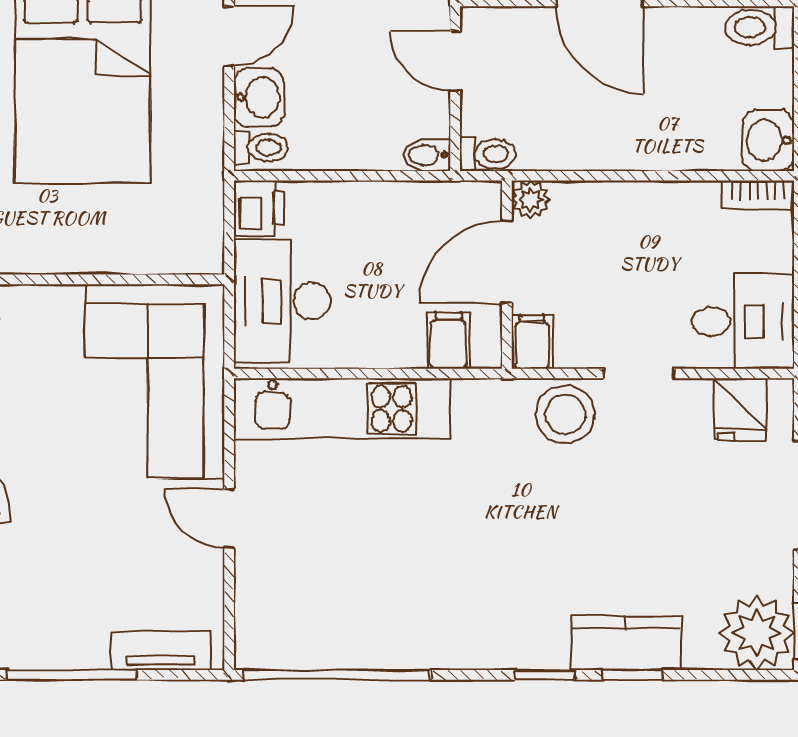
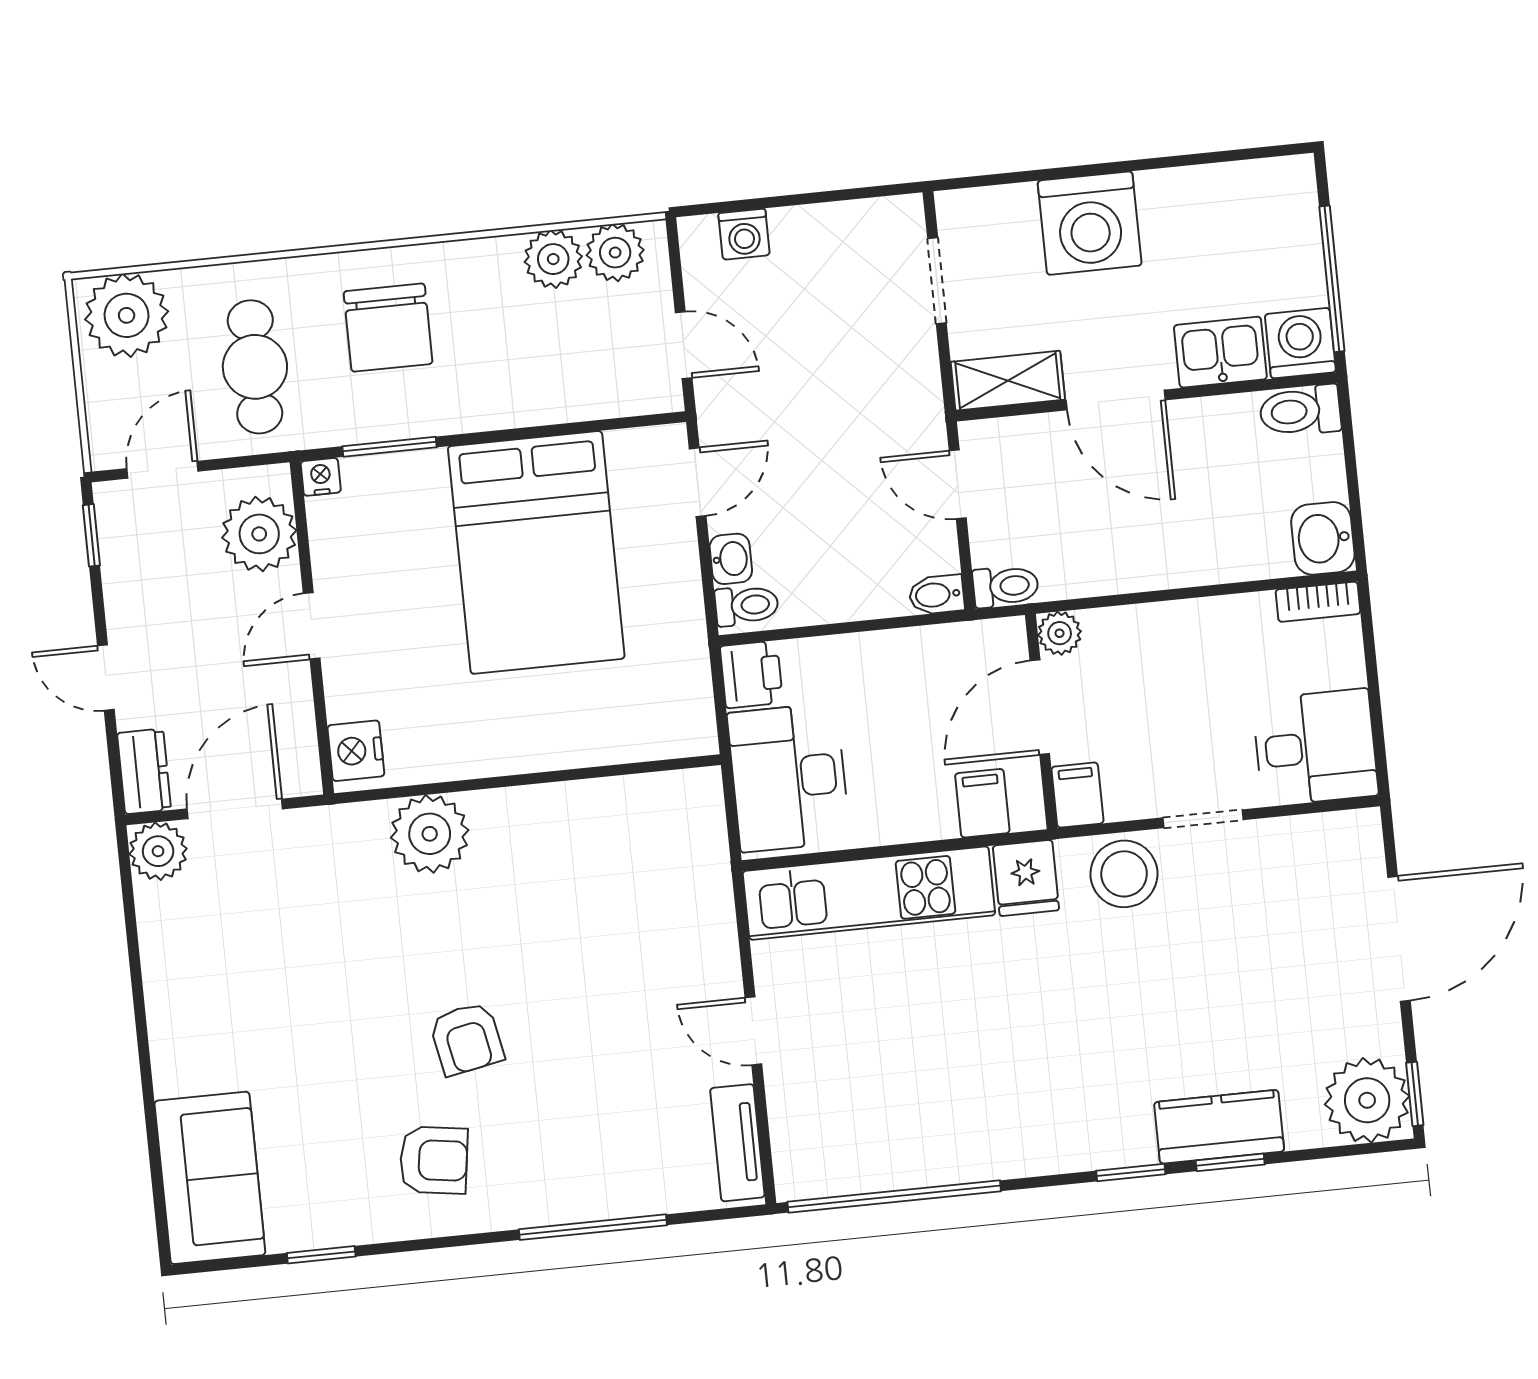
washbasin: (259, 97) -> (731, 559), width x0.72, depth x0.69
corner sofa: (155, 381) -> (653, 884), removed
fridge: (740, 409) -> (1026, 878), moved
tv unit: (161, 651) -> (737, 1143), moved, turned -90

